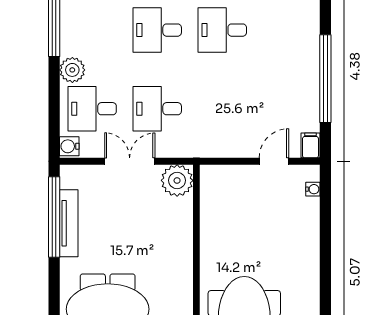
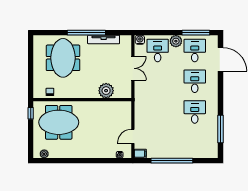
desk: (157, 109) -> (195, 51), moved
door: (274, 161) -> (133, 136), swing flipped
plant: (177, 180) -> (106, 91), moved
window: (54, 217) -> (86, 33), moved

